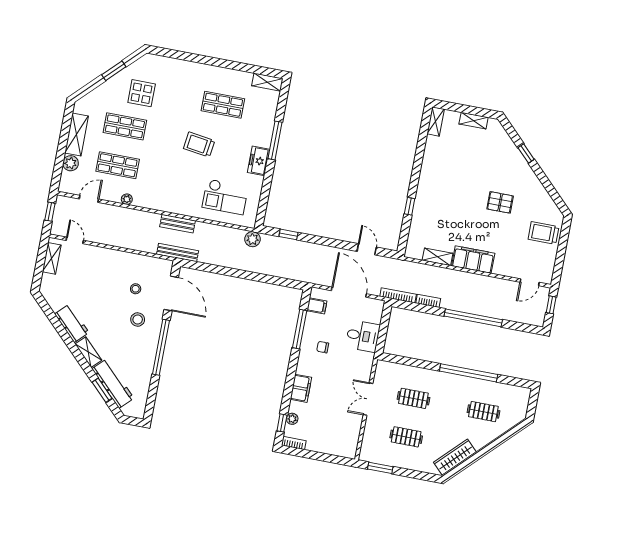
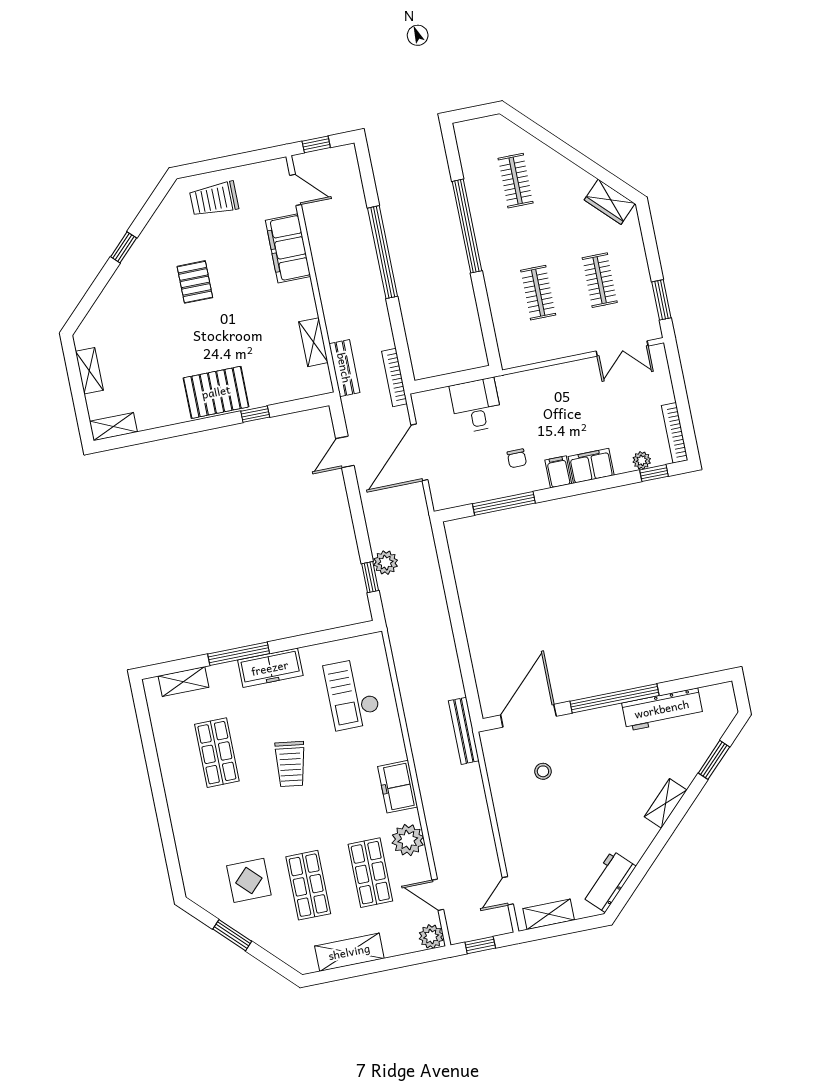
shelving: (267, 82) -> (184, 682), moved, turned 90
window: (526, 154) -> (124, 247), moved
freezer: (258, 161) -> (270, 668), width x1.40
plant: (71, 163) -> (431, 936), moved
pallet: (431, 189) -> (216, 392), added
checkout: (225, 197) -> (352, 694), turned 180
plant: (127, 199) -> (408, 840), width x1.88, depth x1.88
freezer: (161, 201) -> (398, 787), added
bench: (177, 224) -> (344, 368), moved
trolley: (543, 233) -> (214, 199), turned 90
plant: (252, 239) -> (386, 563), moved
filing cabinet: (473, 260) -> (288, 248), moved
bookcase: (428, 301) -> (385, 329), removed
filing cabinet: (317, 306) -> (558, 472), moved
stool: (138, 319) -> (587, 750), removed
workbench: (72, 323) -> (609, 882), moved
workbench: (113, 384) -> (662, 709), moved, turned -135
double door: (368, 399) -> (622, 348), moved
bookcase: (294, 443) -> (675, 433), width x1.56
wardrobe: (455, 457) -> (610, 202), width x0.67

